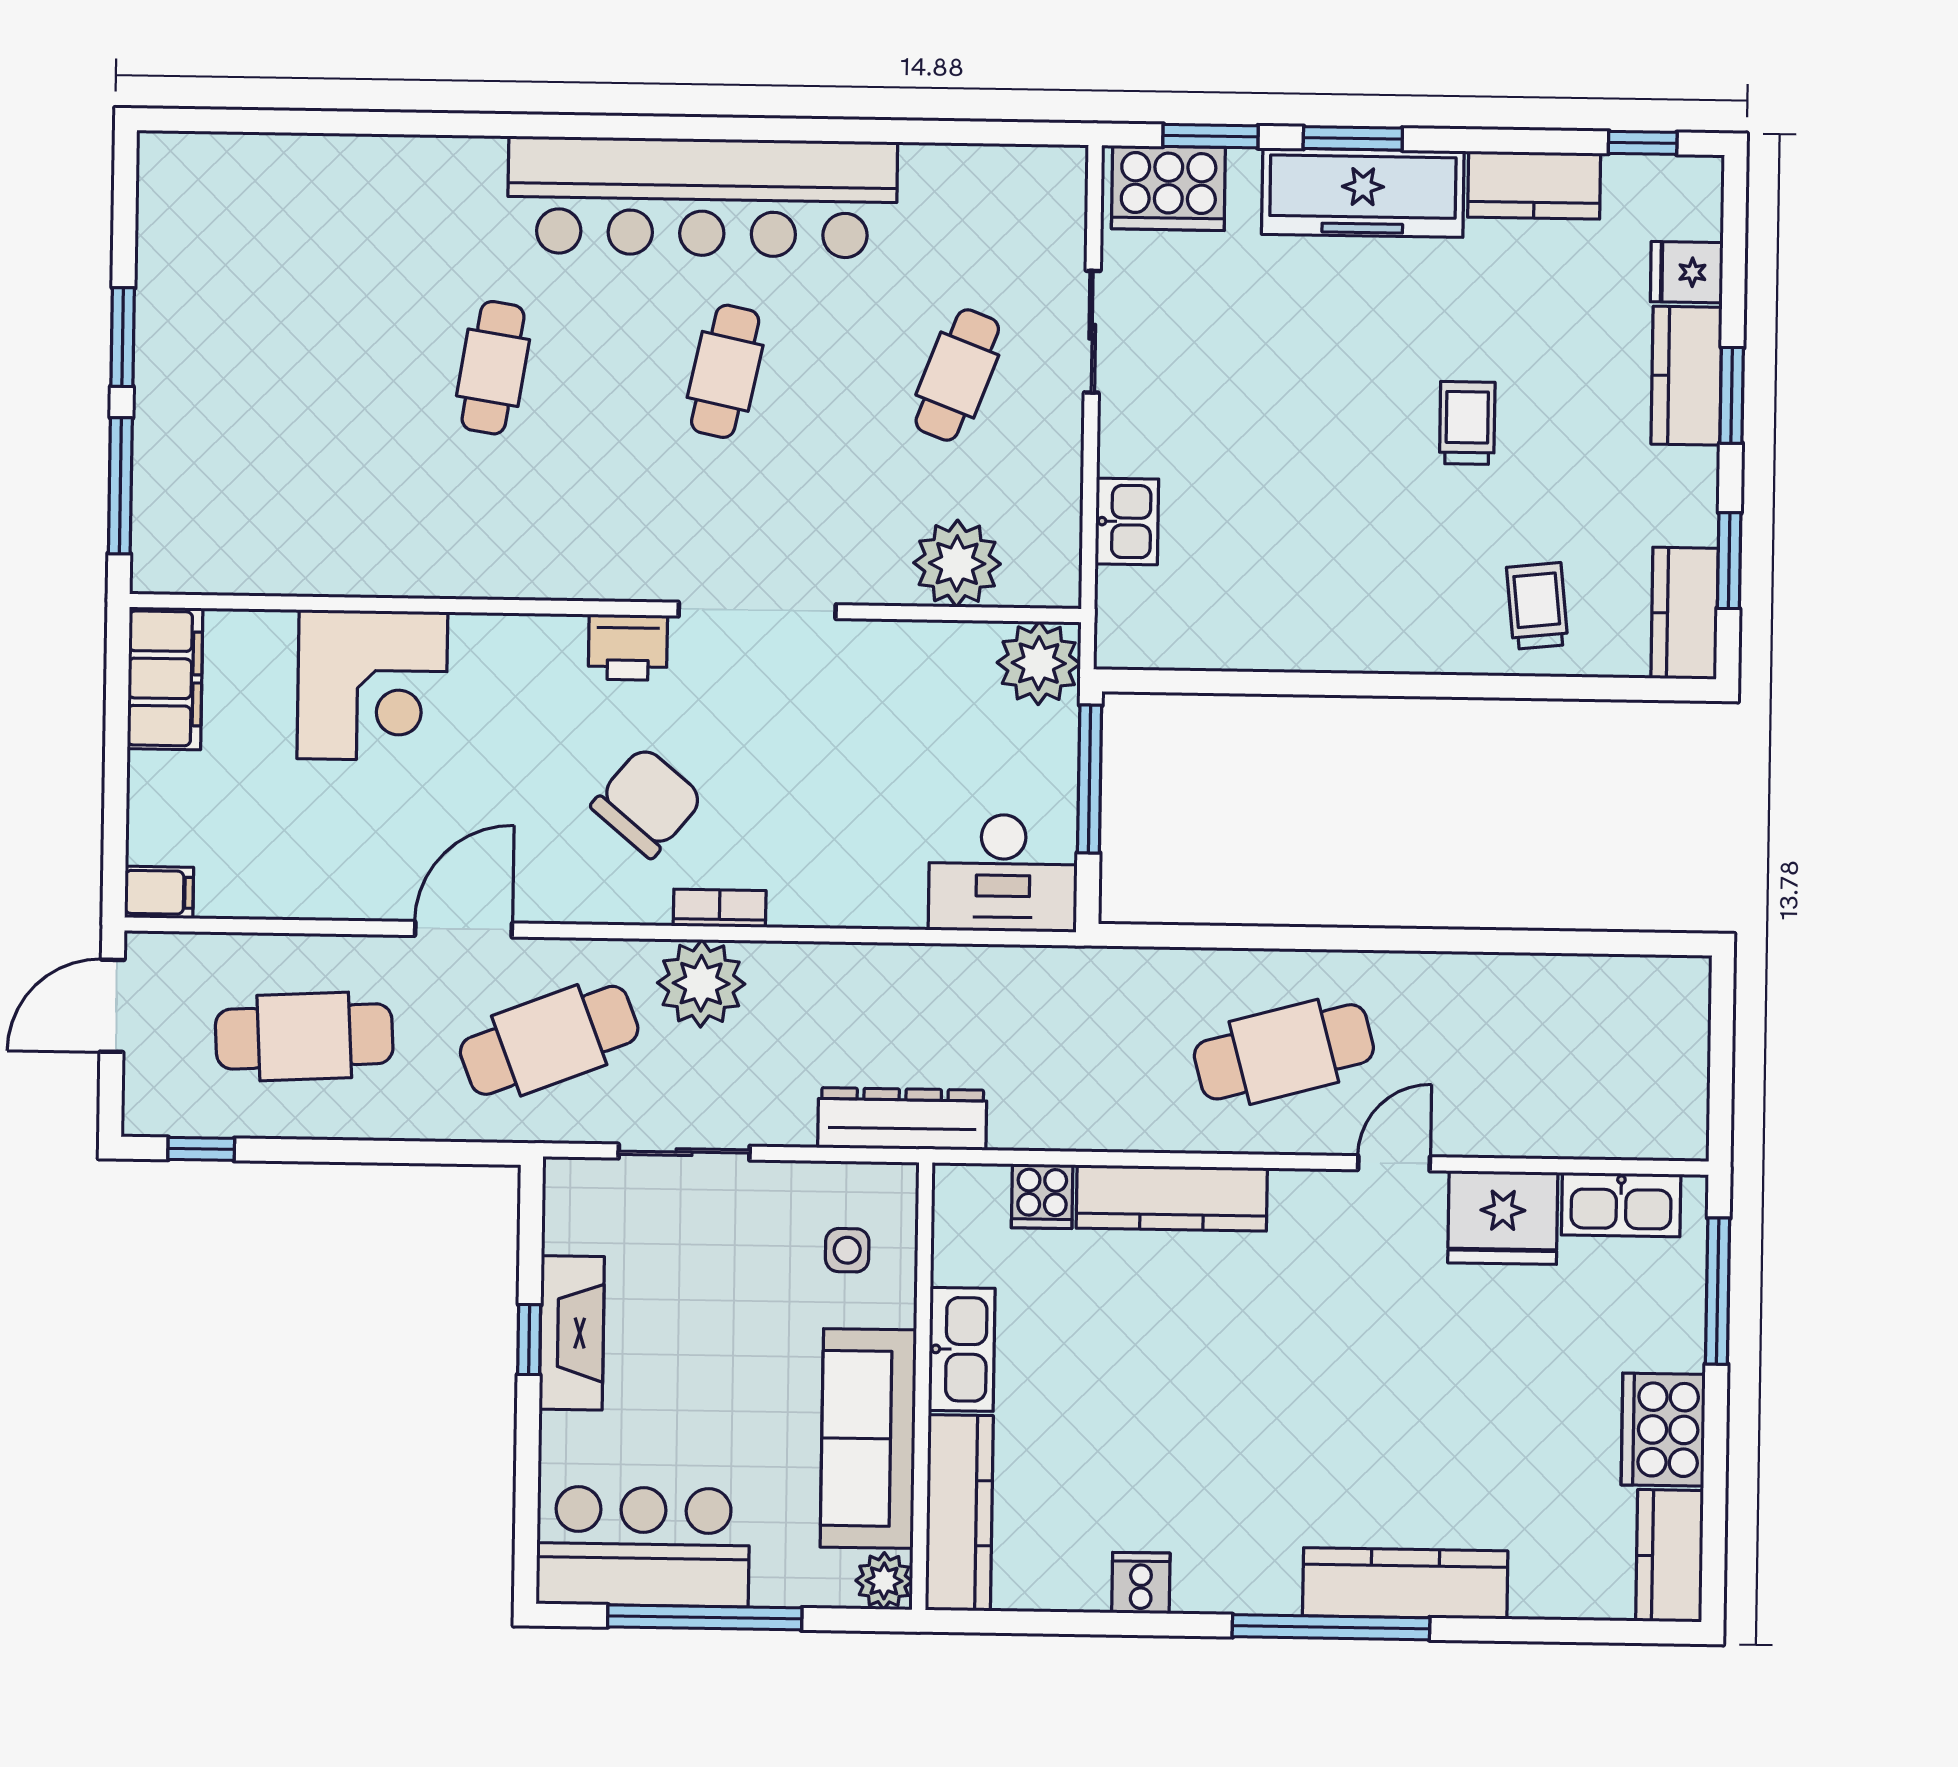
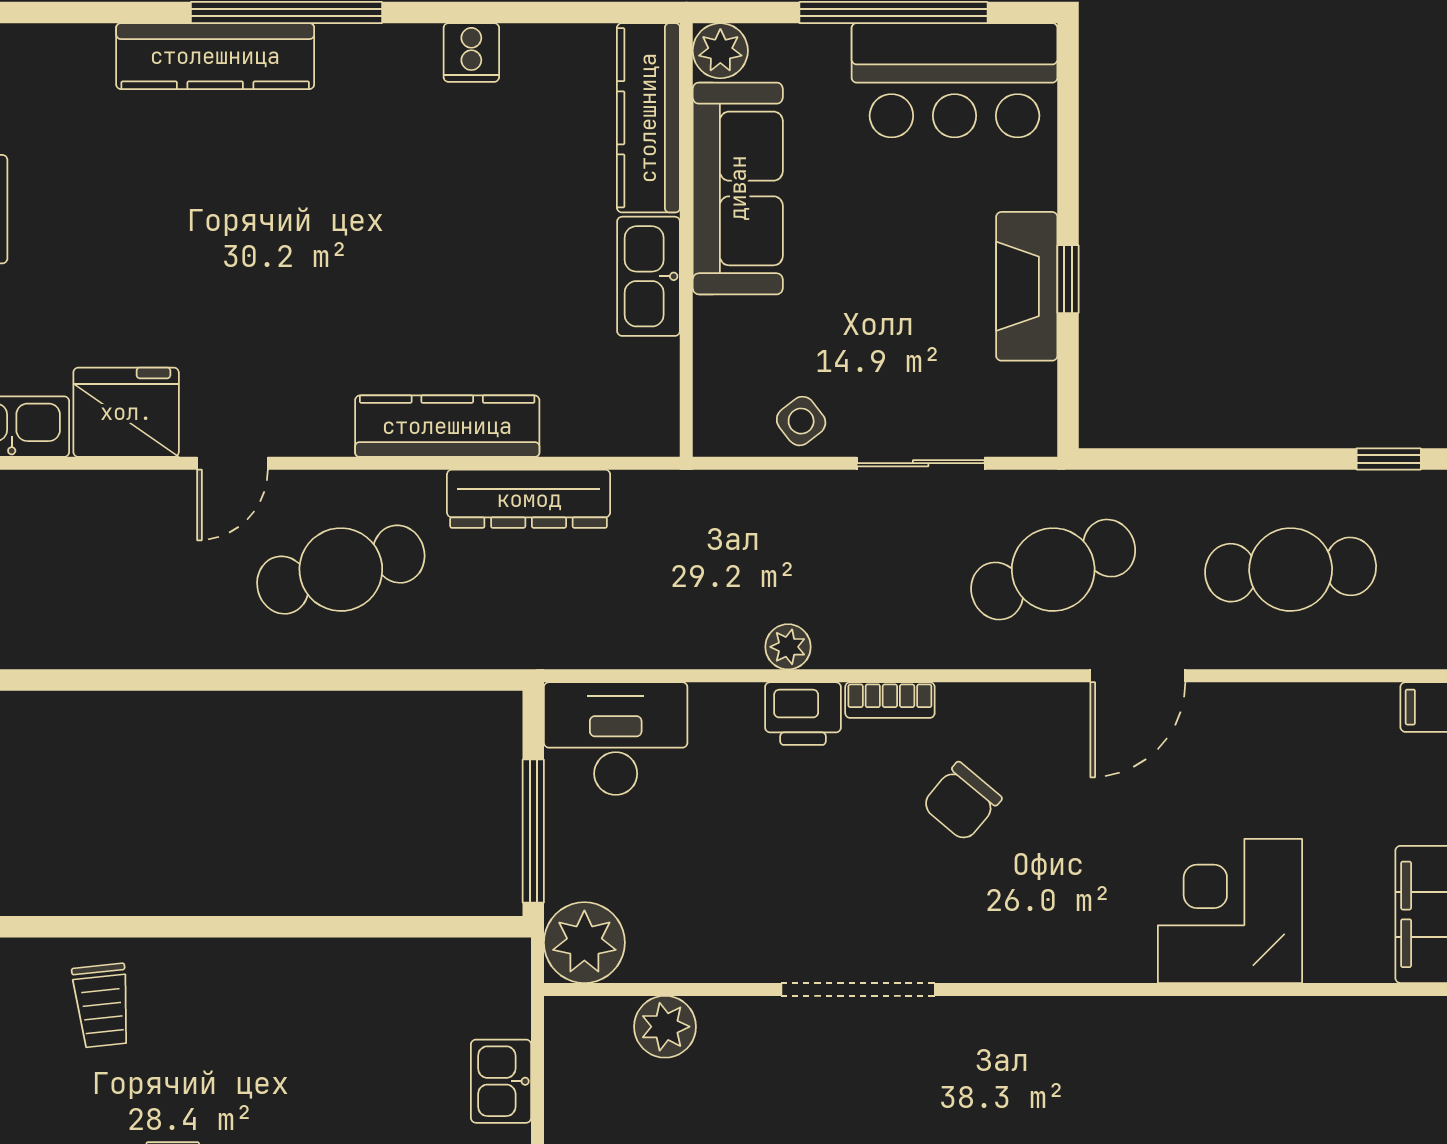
plant: (957, 563) -> (665, 1027), width x0.73, depth x0.73
printer: (628, 647) -> (803, 714), moved, turned 180
chair: (647, 802) -> (962, 802), width x0.73, depth x0.73
plant: (701, 983) -> (788, 647), moved, width x0.53, depth x0.53
dresser: (902, 1119) -> (529, 499), moved
cooker: (1042, 1196) -> (573, 426), removed
side table: (847, 1250) -> (801, 421), moved, turned -38

